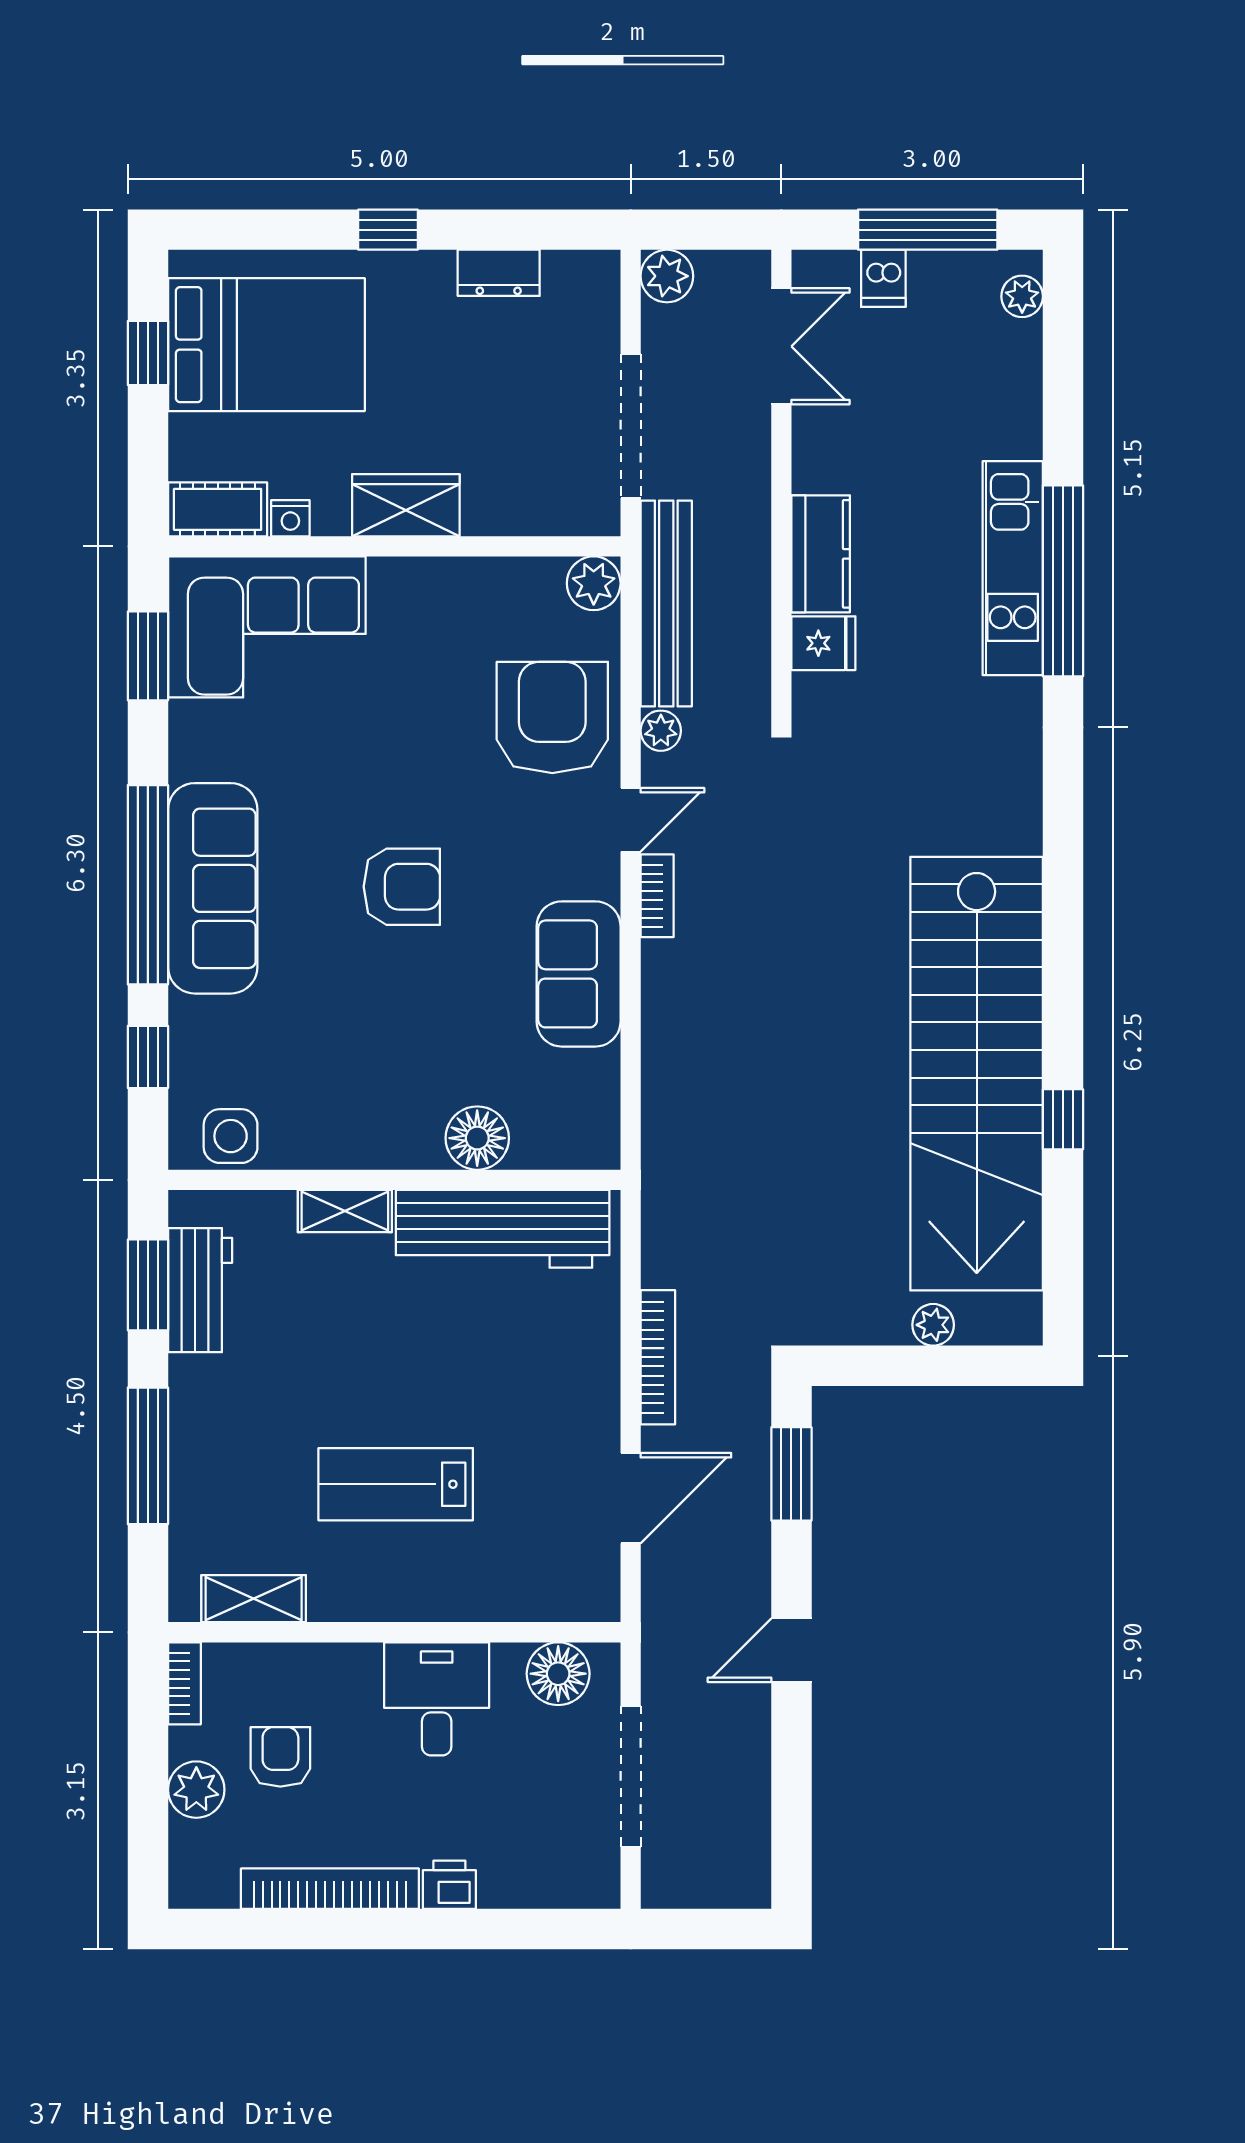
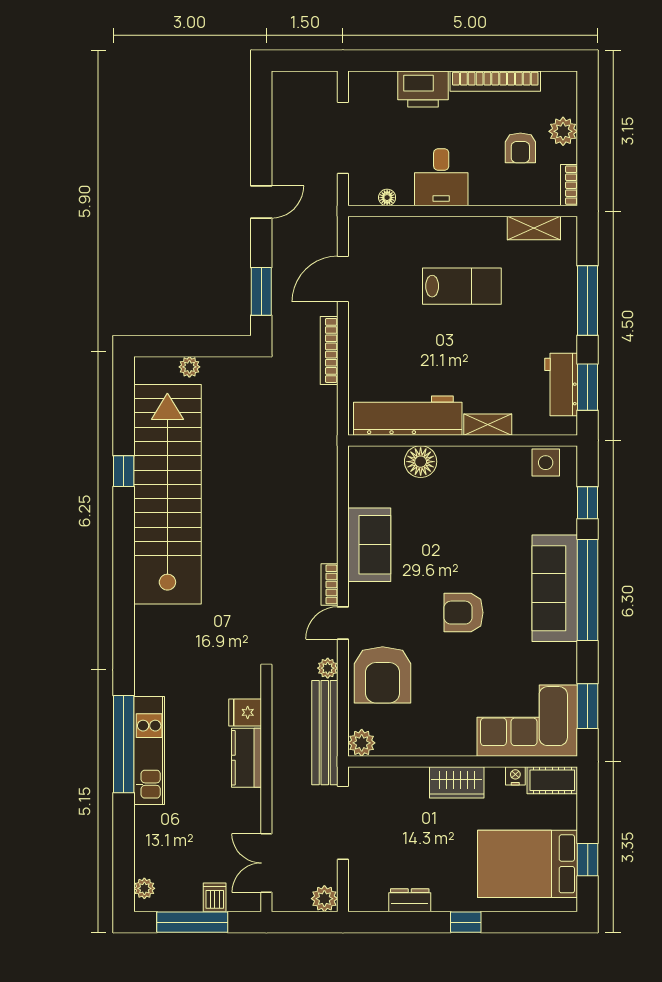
armchair: (402, 887) -> (463, 613), moved
floor lamp: (558, 1674) -> (387, 198), width x0.53, depth x0.53
printer: (449, 1885) -> (423, 89), width x1.87, depth x1.48

